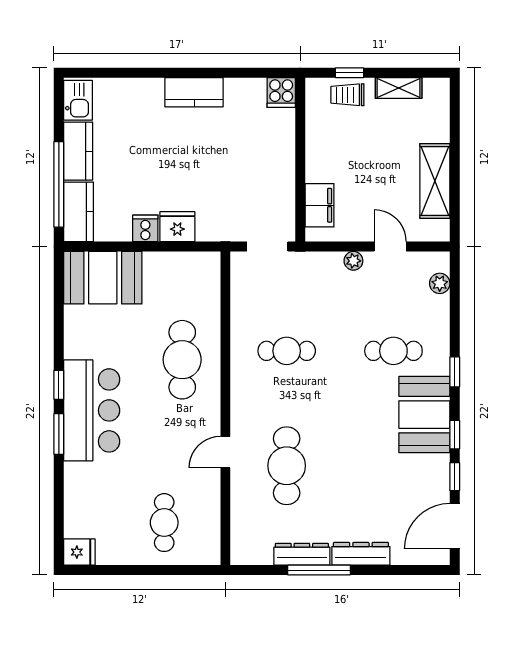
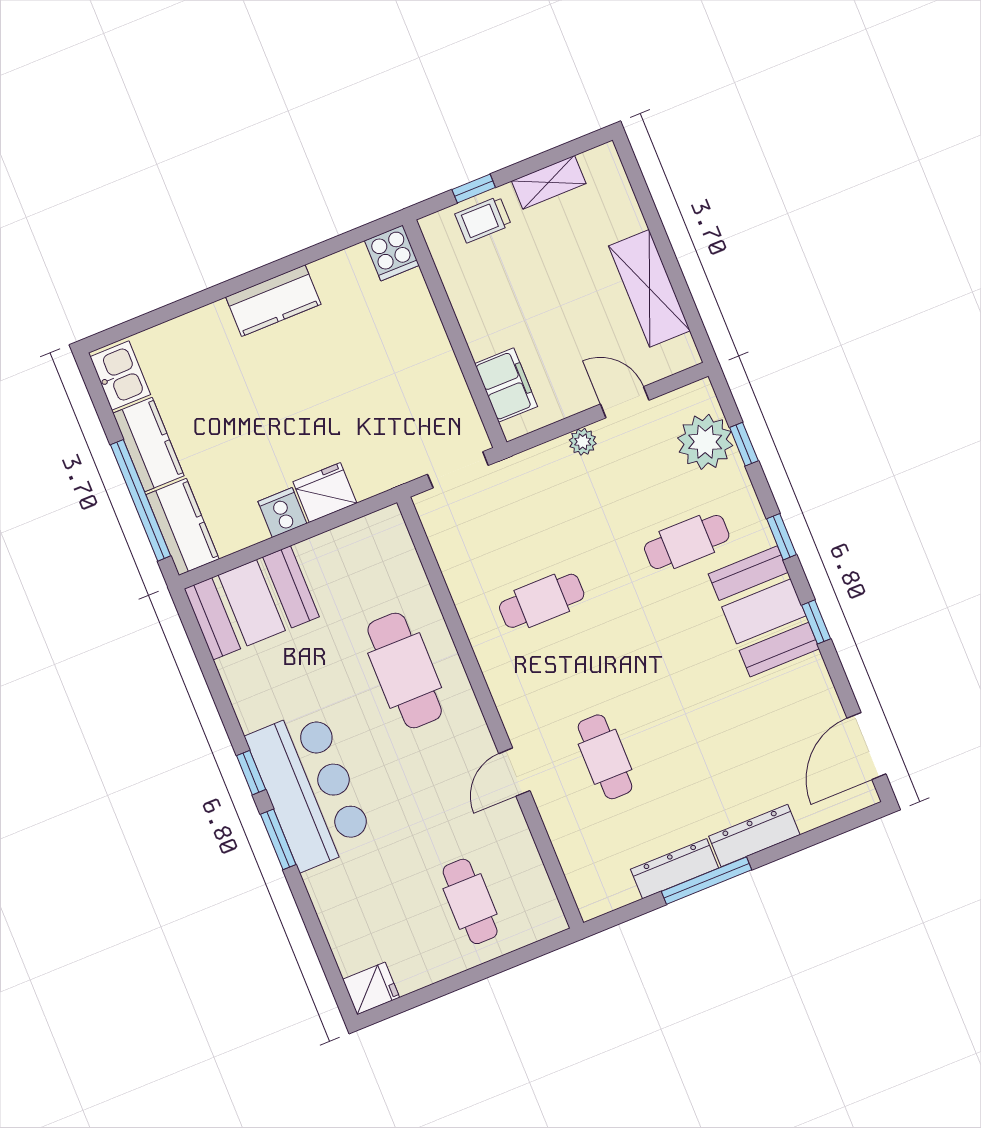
plant: (440, 283) -> (705, 442), width x1.88, depth x1.88
cafe table: (287, 466) -> (605, 757), width x0.73, depth x0.74
window: (455, 477) -> (744, 444), moved

